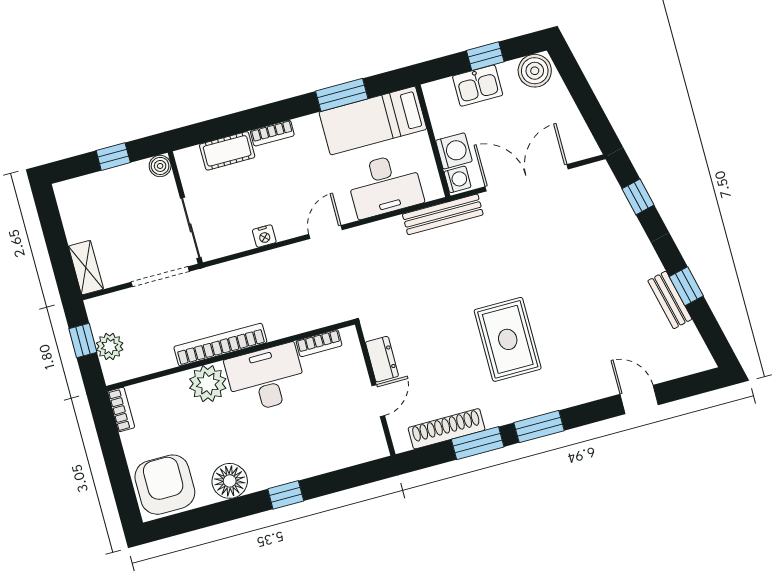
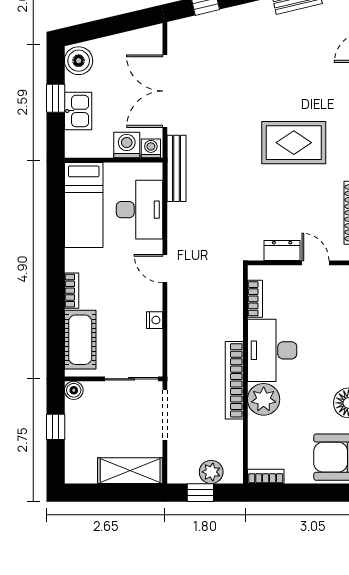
window: (342, 95) -> (56, 225), removed
cot: (227, 151) -> (80, 340), width x1.37, depth x1.34
shelving: (86, 268) -> (130, 471), width x1.50, depth x1.33

